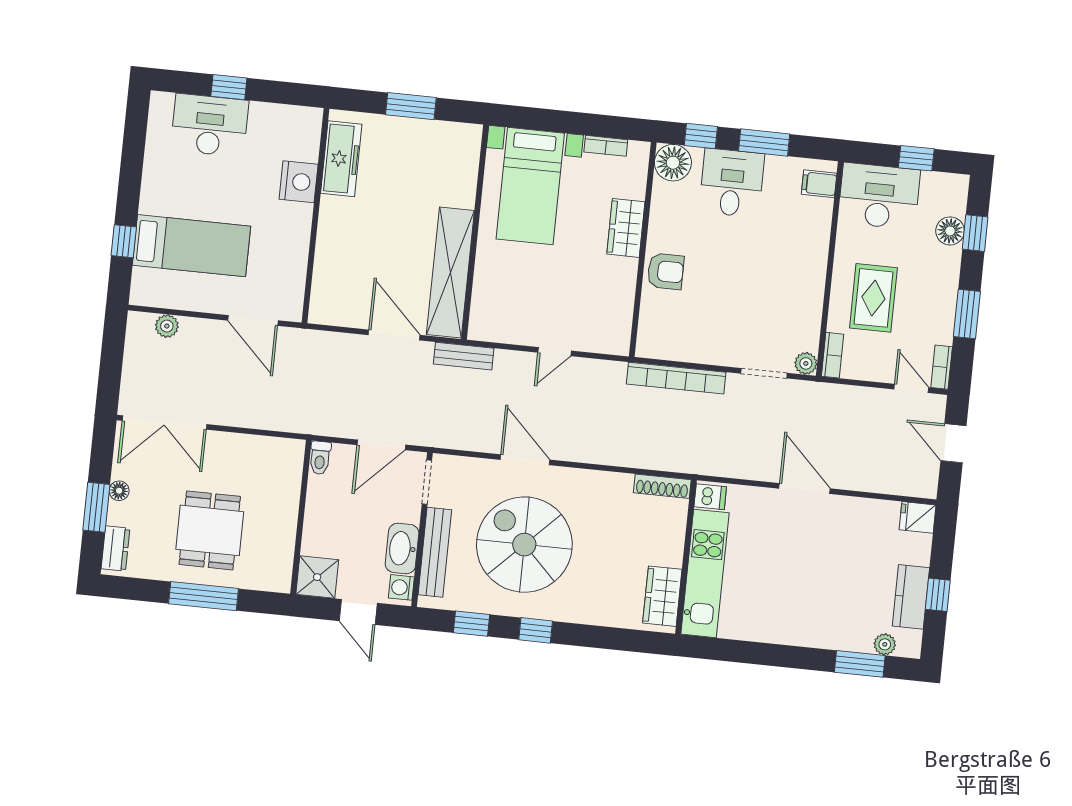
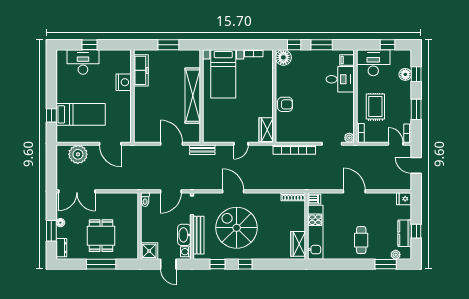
desk: (732, 183) -> (340, 79), moved, turned 90
wardrobe: (626, 228) -> (266, 130), moved
shelving: (450, 273) -> (193, 96), moved
plant: (167, 326) -> (78, 154), width x1.88, depth x1.88
cafe table: (809, 603) -> (361, 240), added

